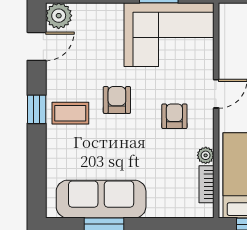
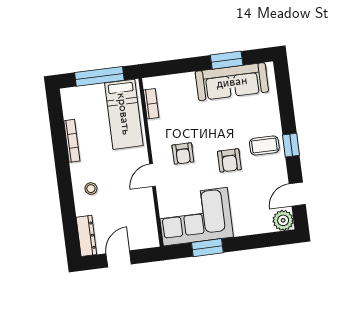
plant: (206, 155) -> (155, 126), removed

